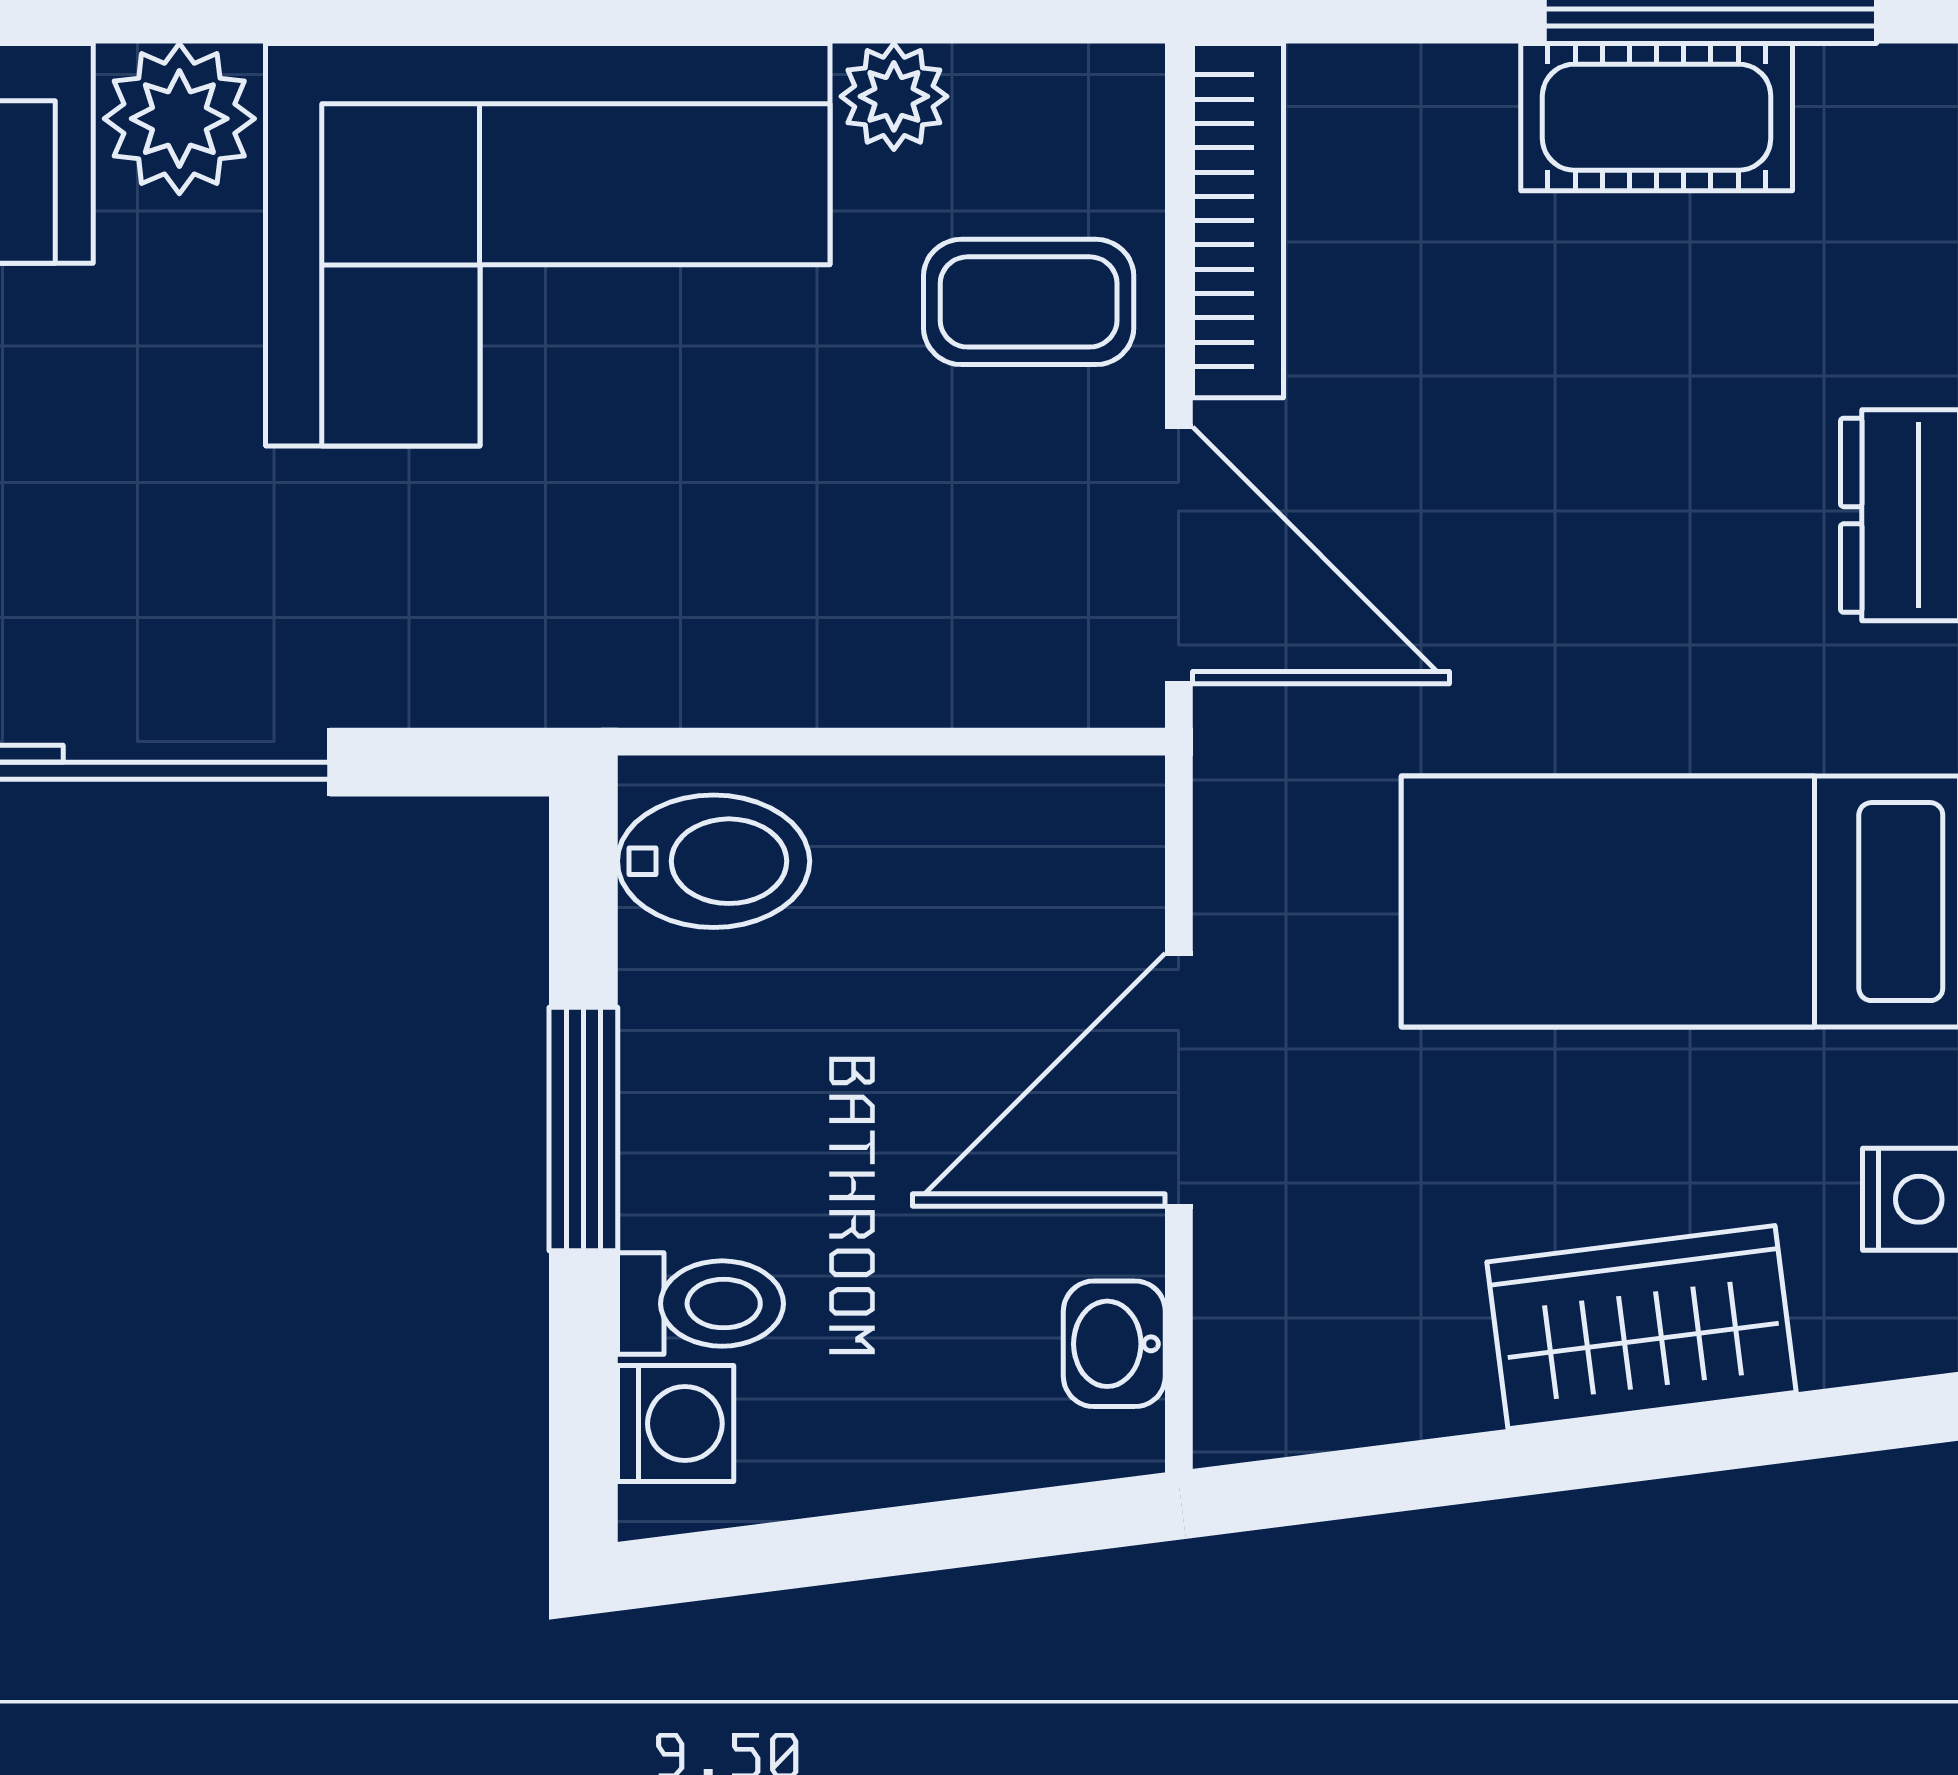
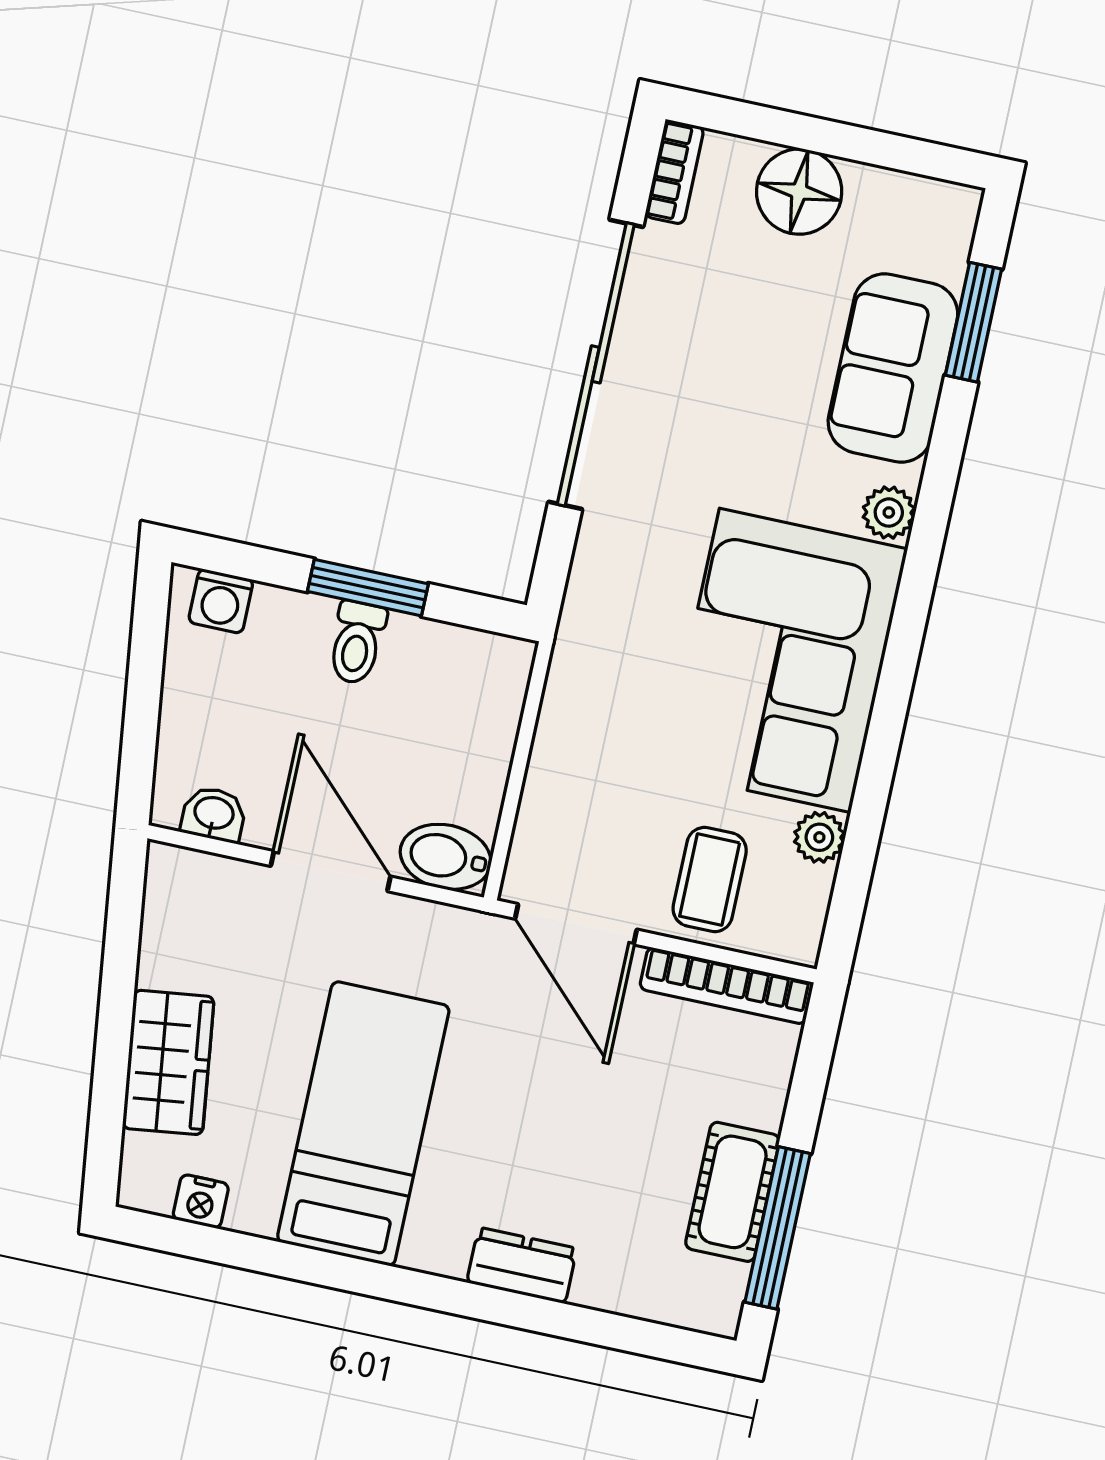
plant: (179, 119) -> (889, 513), width x0.73, depth x0.73
door: (1179, 555) -> (576, 924), hinge flipped
bidet: (714, 861) -> (446, 857), moved, turned 90
toilet: (700, 1304) -> (357, 643), moved

